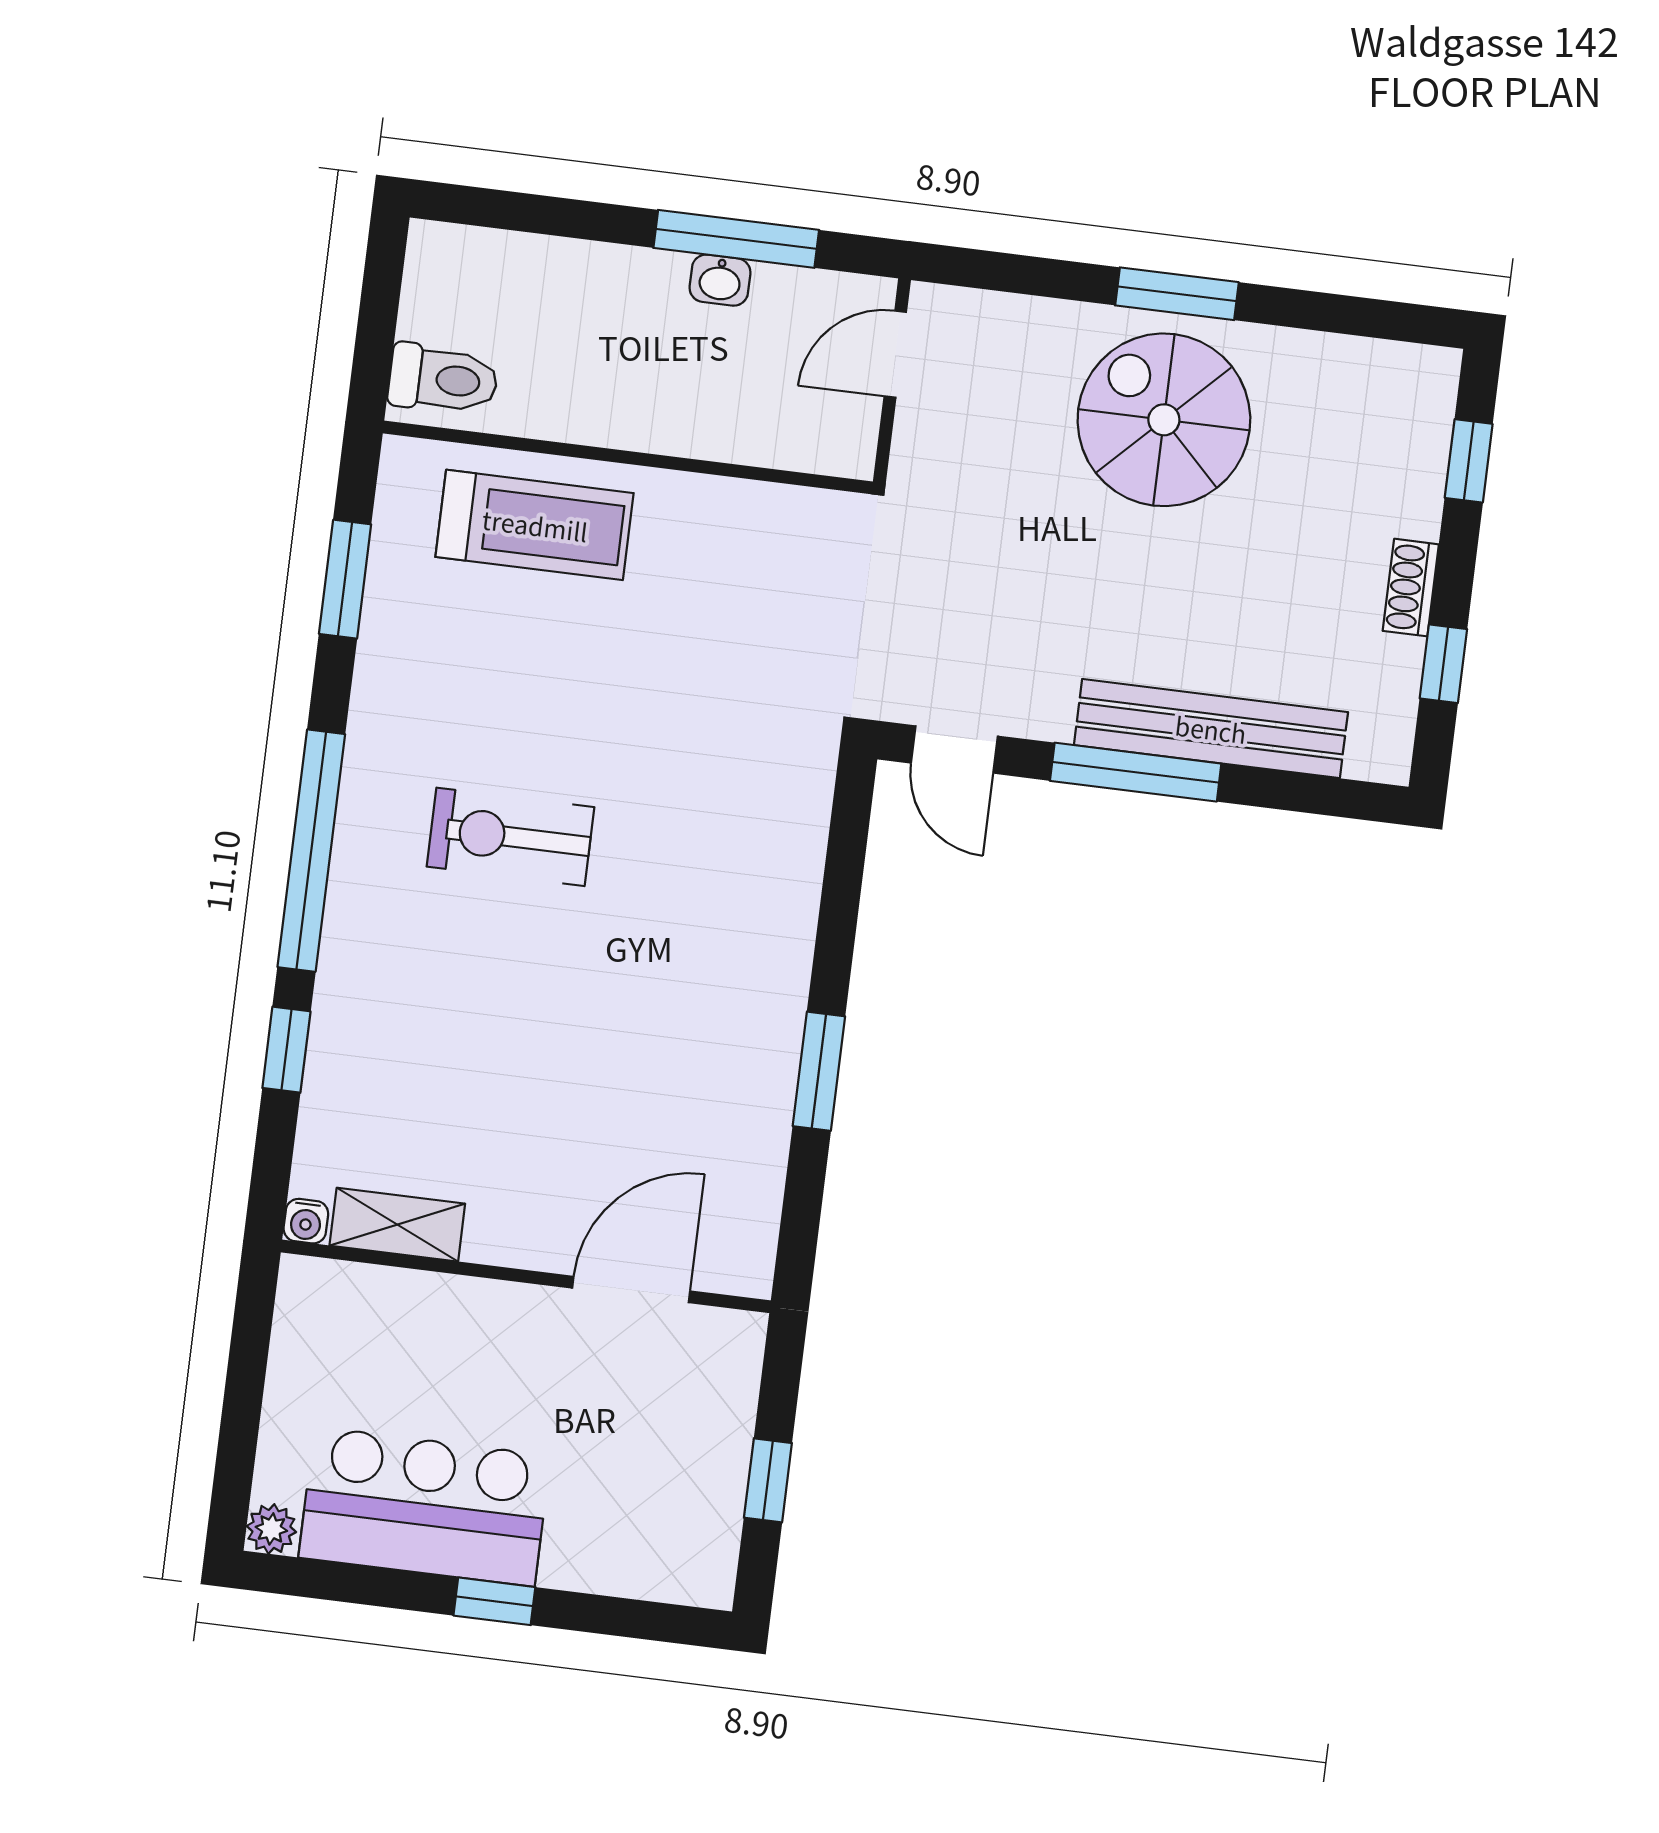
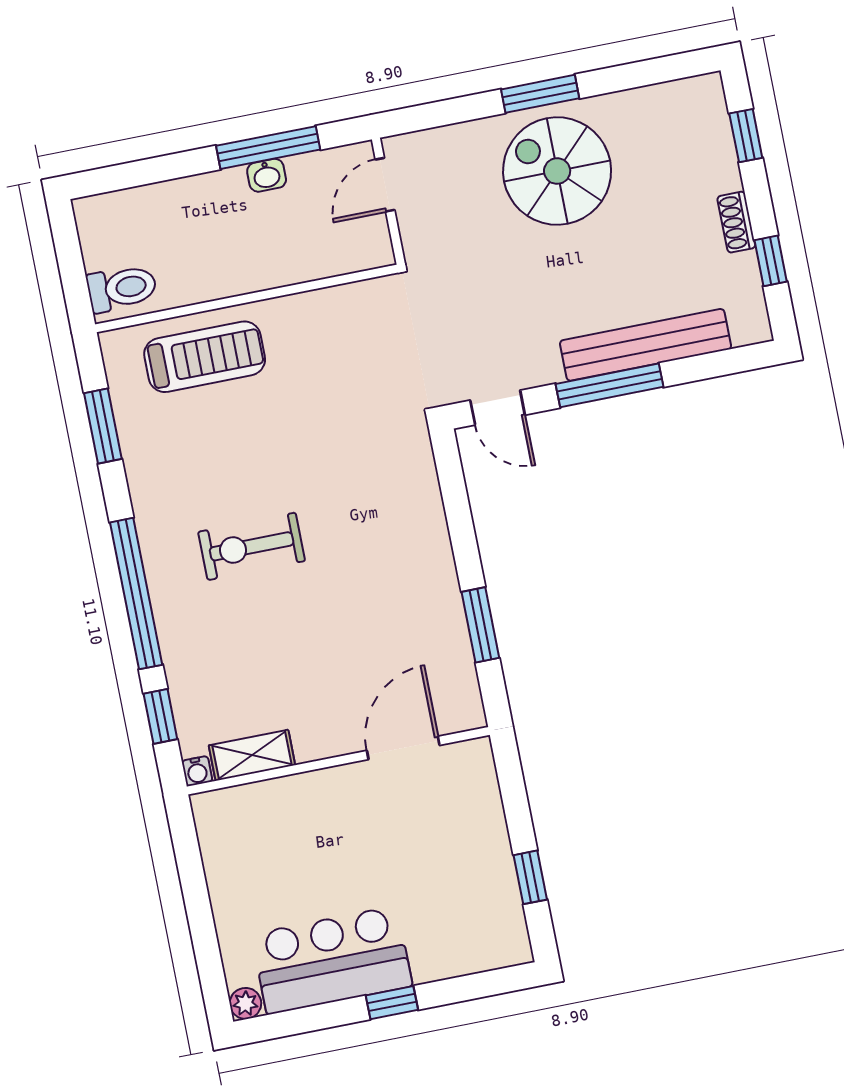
water cooler: (306, 1221) -> (197, 771), moved
shelving: (397, 1225) -> (252, 755), moved
wall: (526, 1276) -> (338, 761), moved
door: (631, 1290) -> (403, 748), moved

